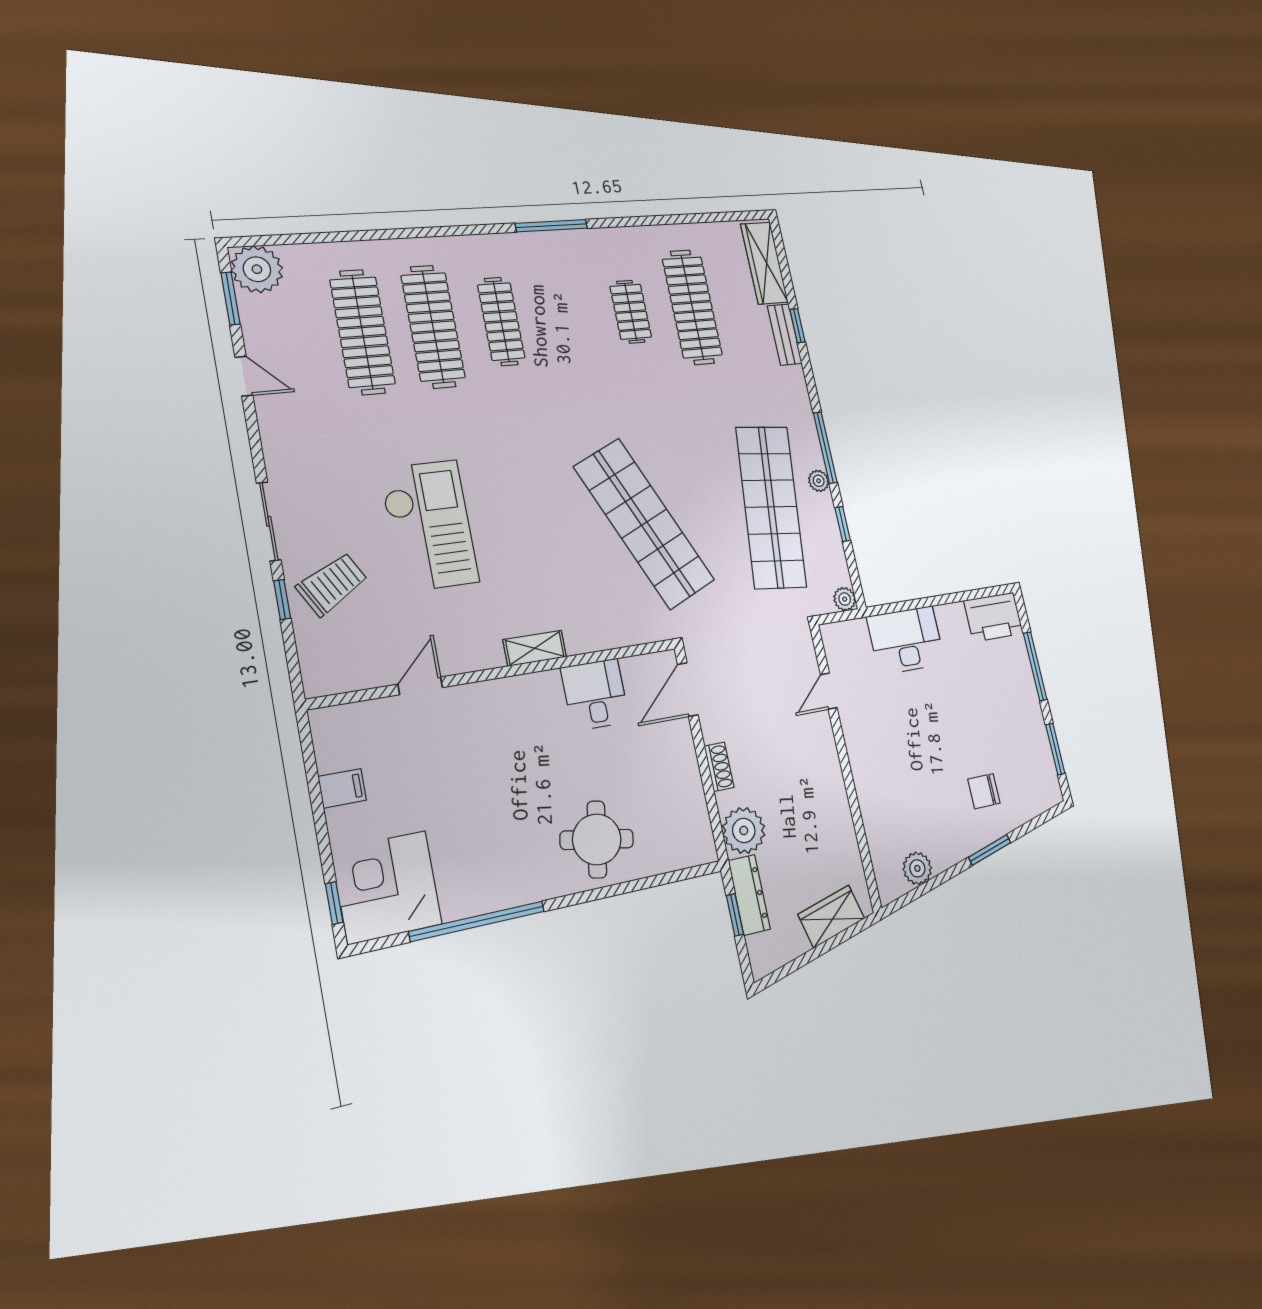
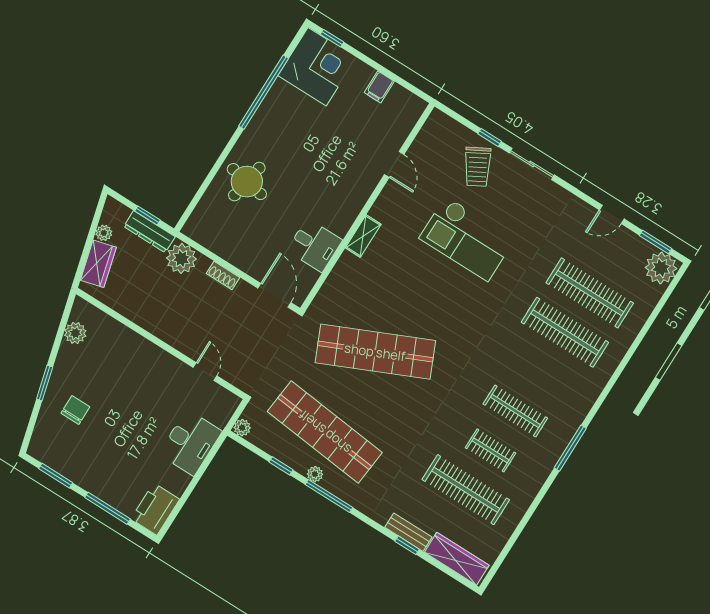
clothes rail: (501, 321) -> (515, 411), moved
plant: (796, 944) -> (104, 233), added

